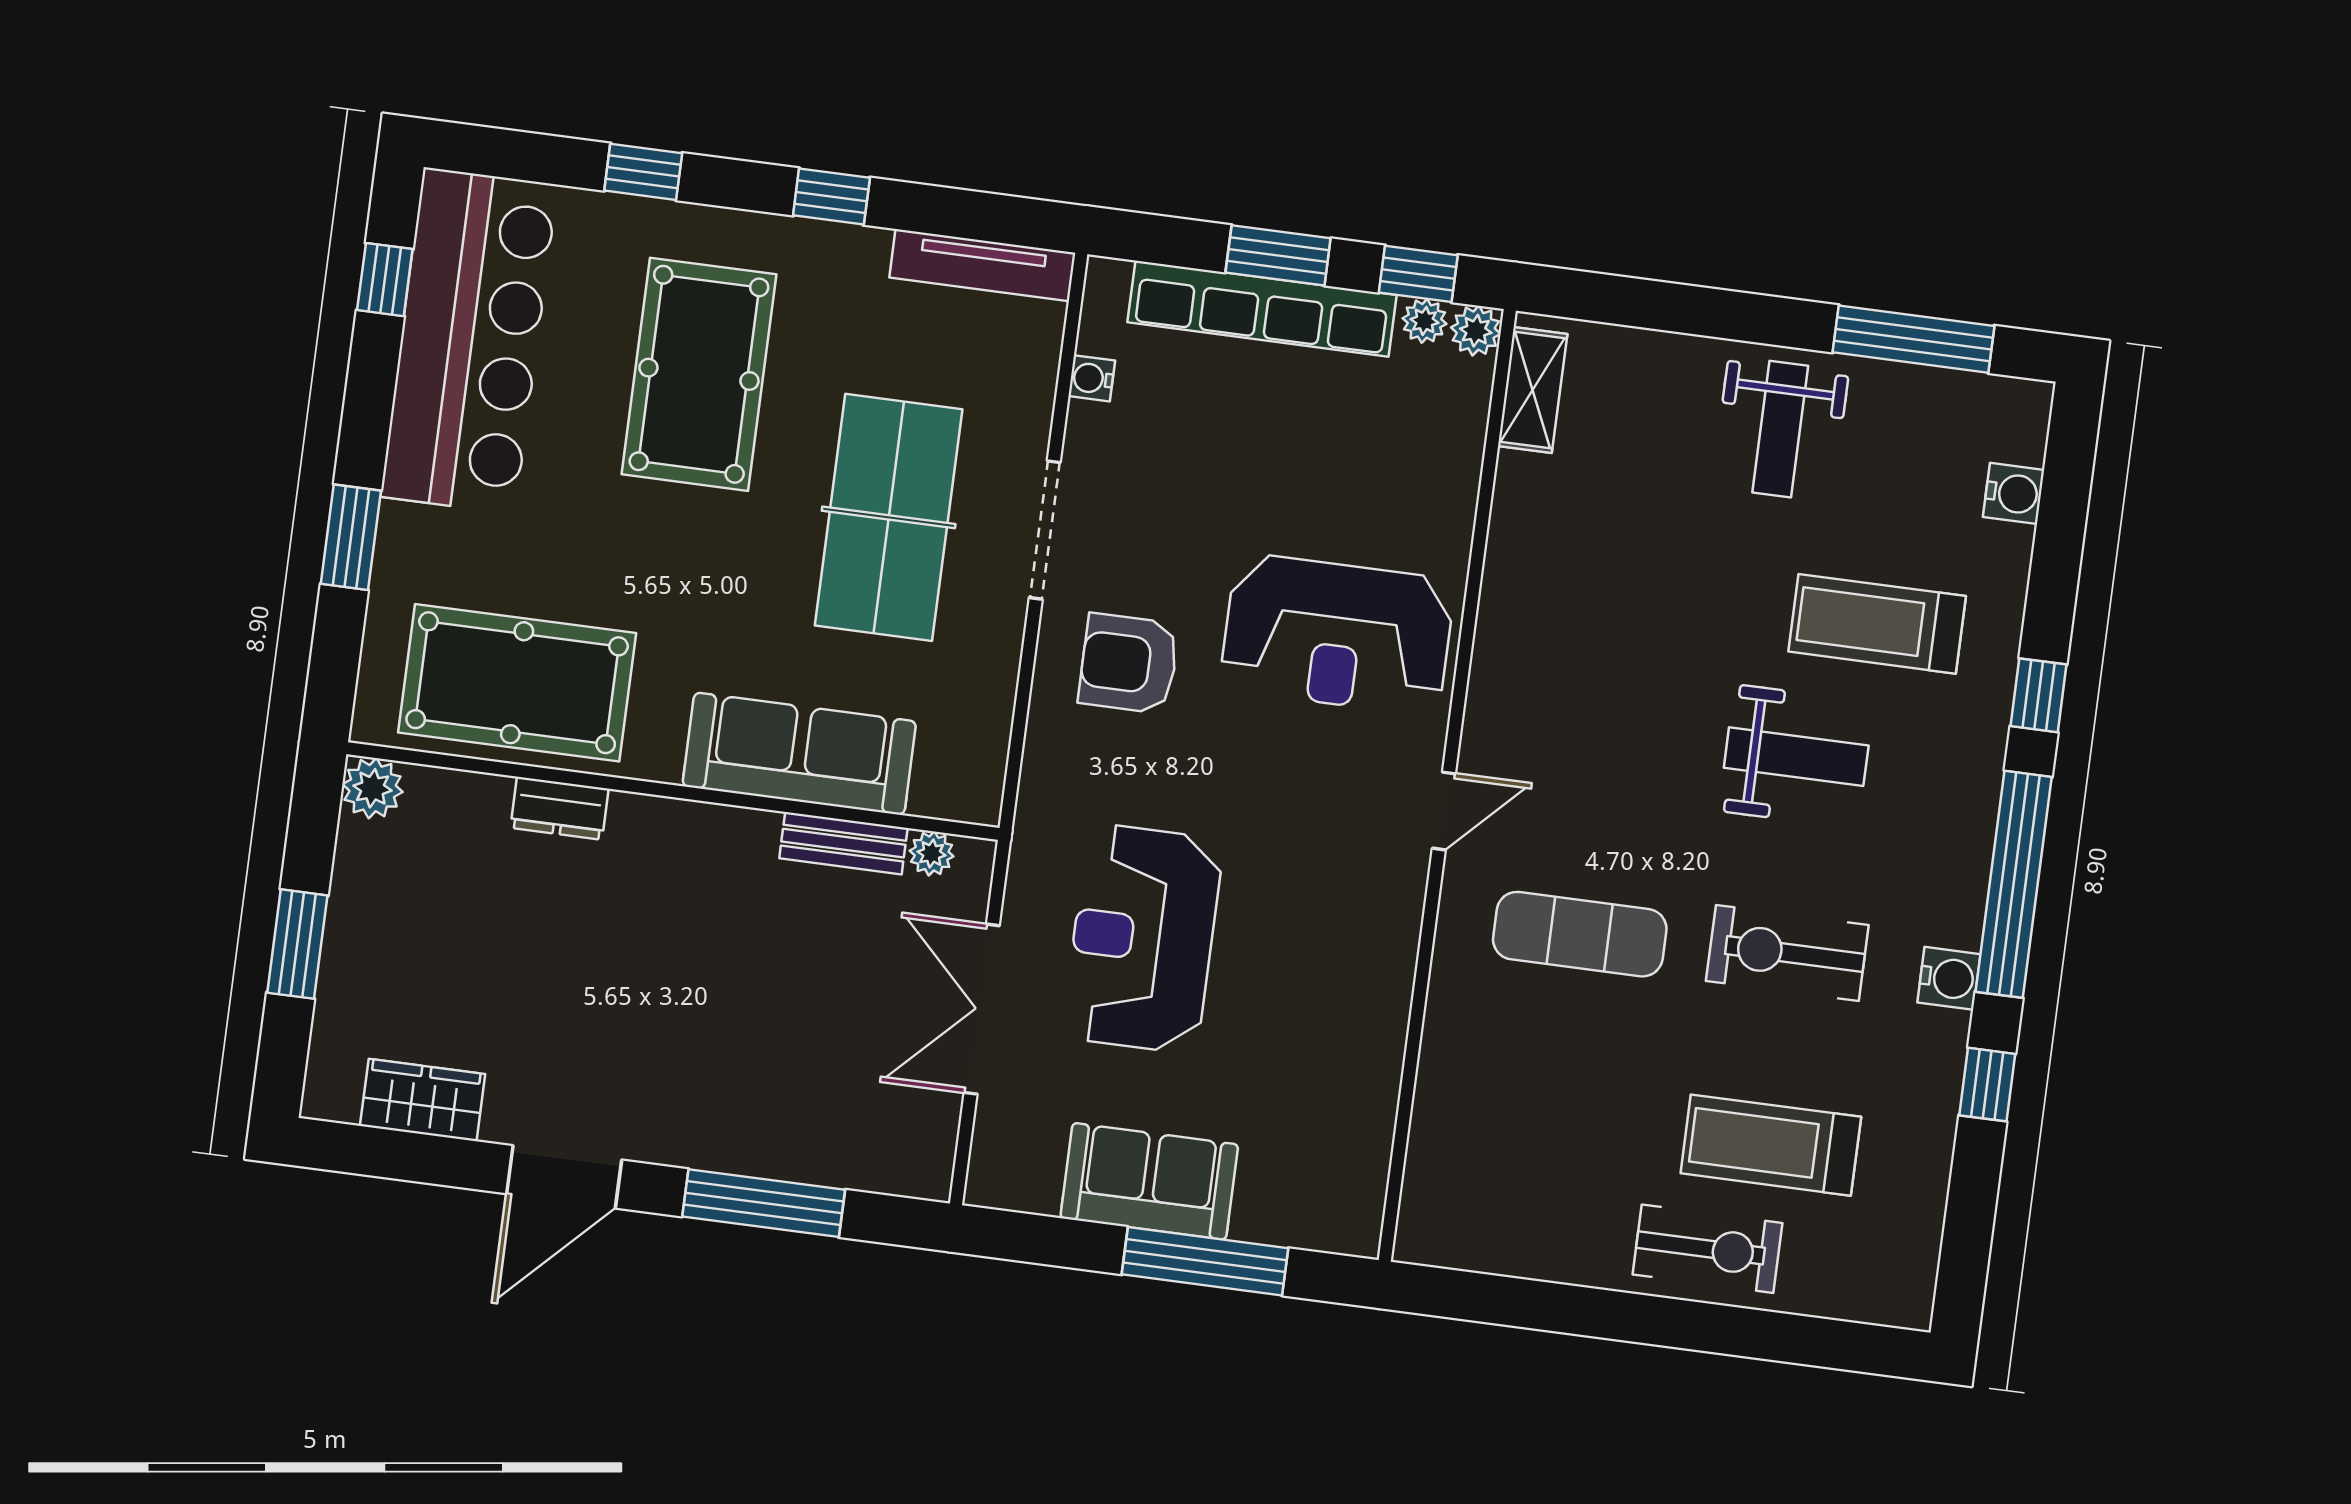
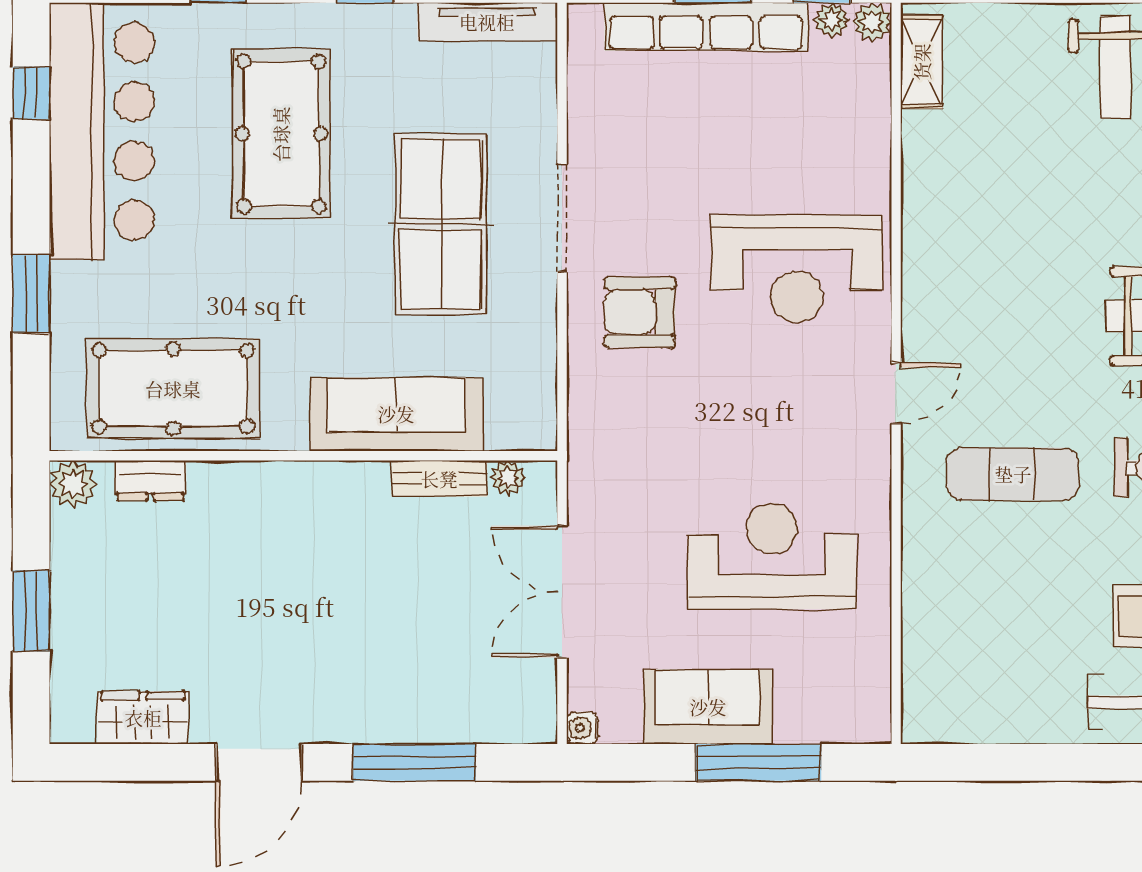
water cooler: (1092, 378) -> (583, 728), moved
dresser: (559, 808) -> (150, 480), moved
reception desk: (1143, 938) -> (772, 556), moved, turned 90

